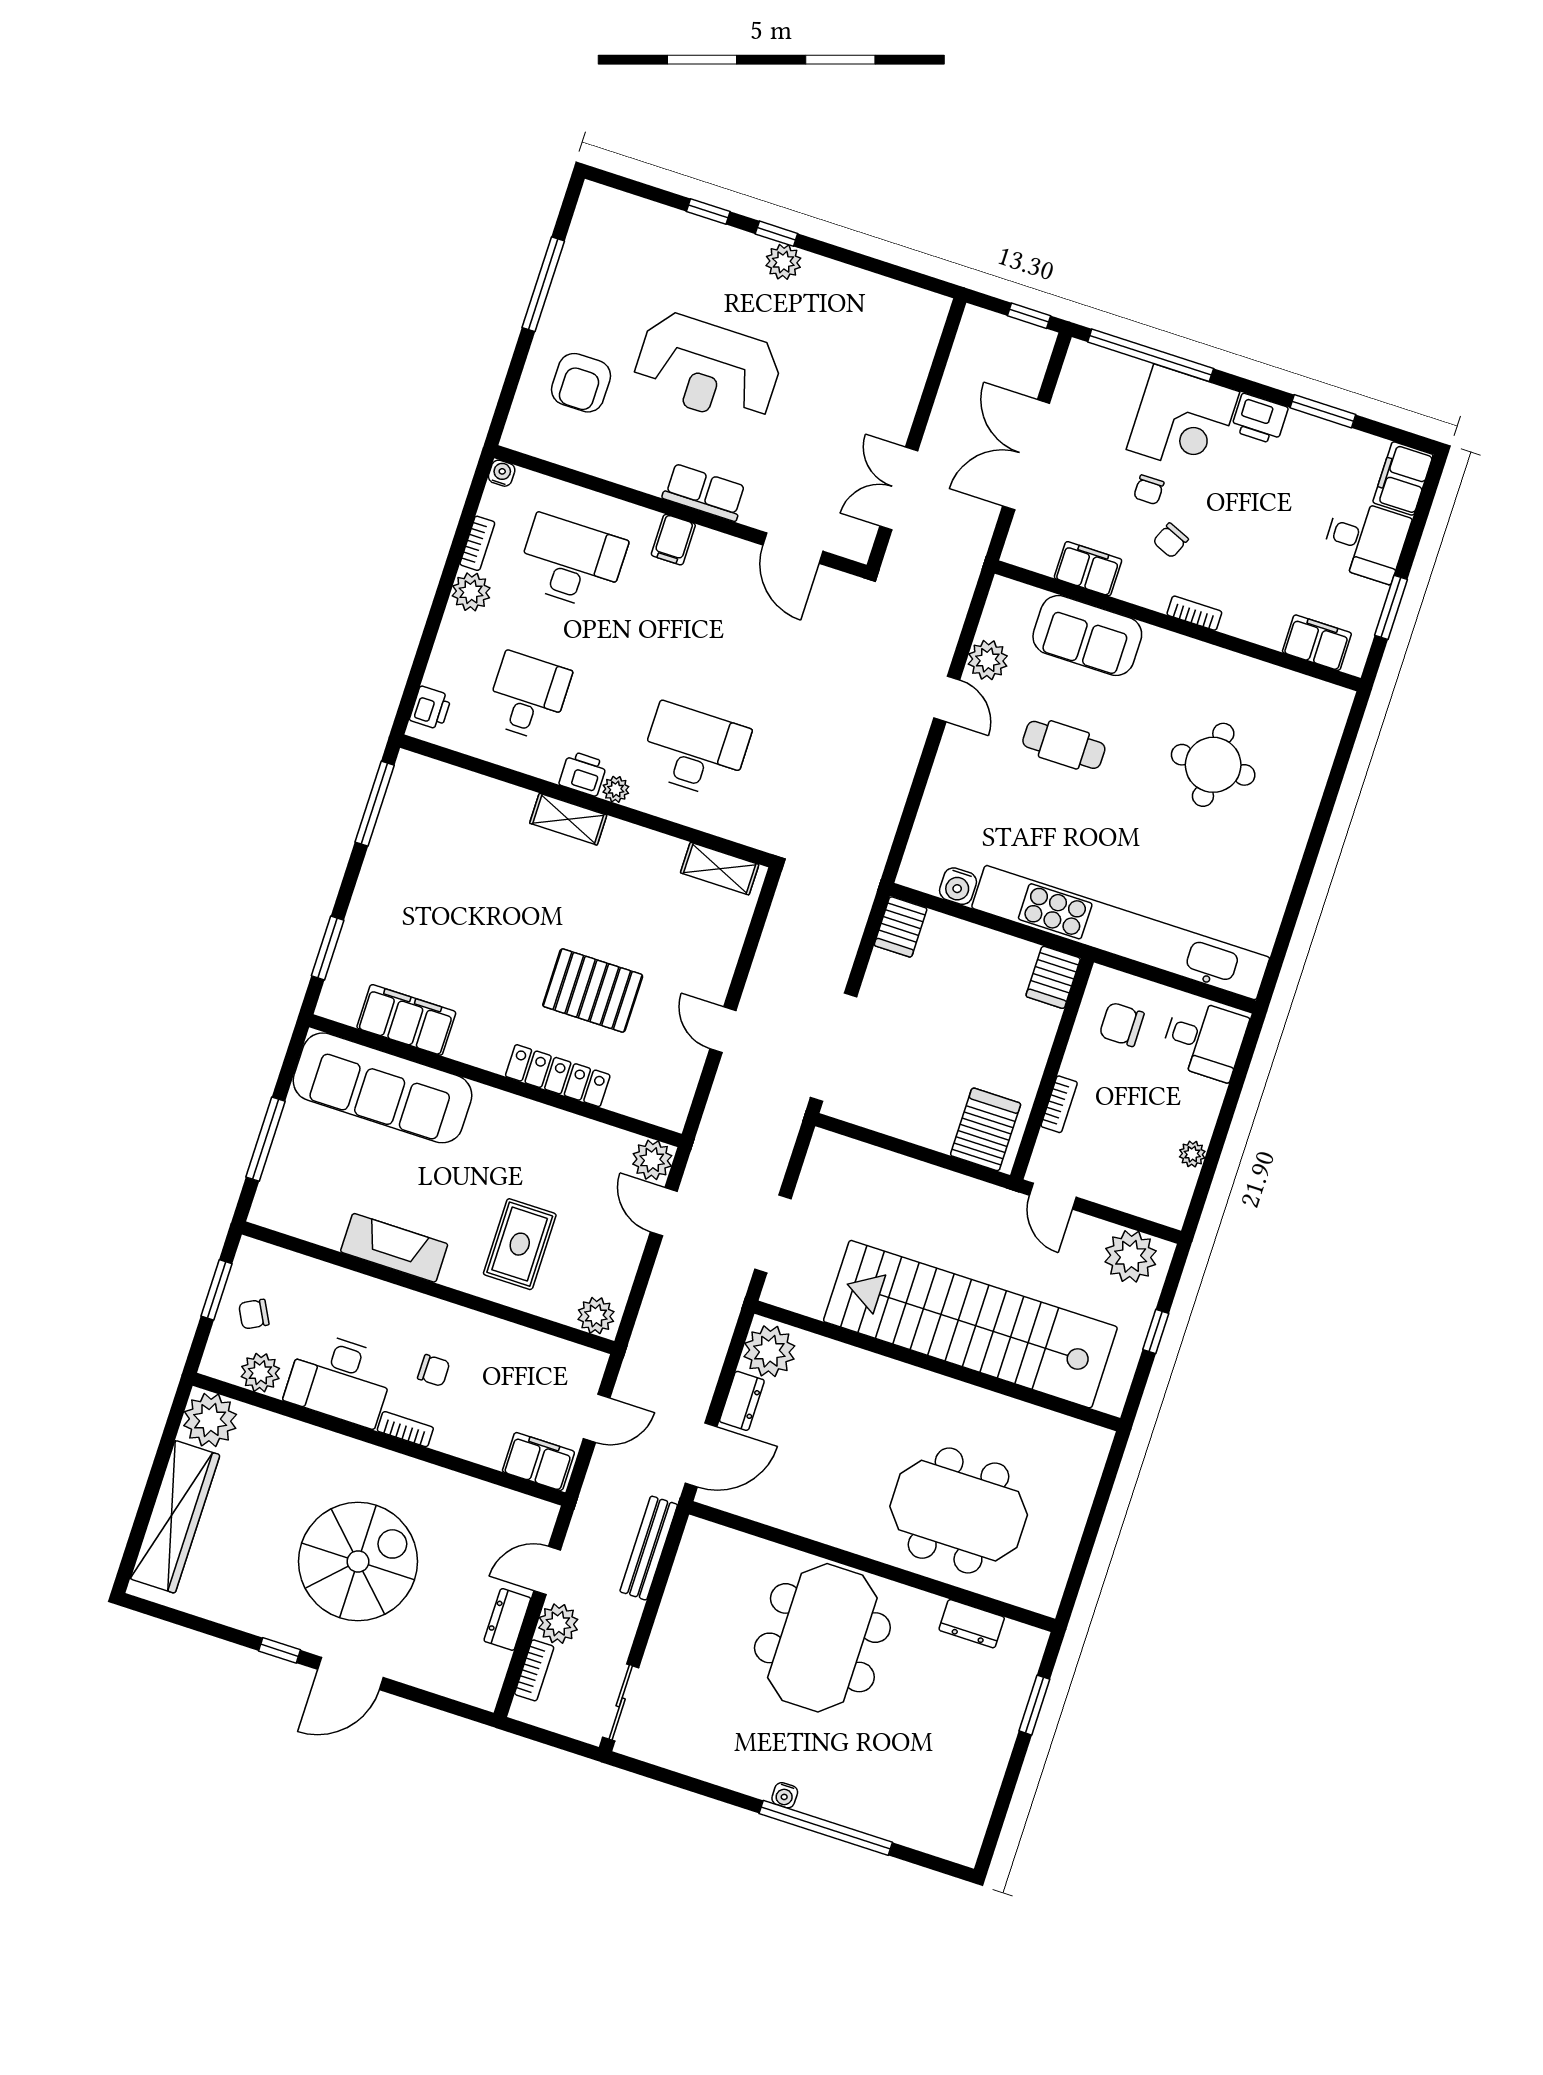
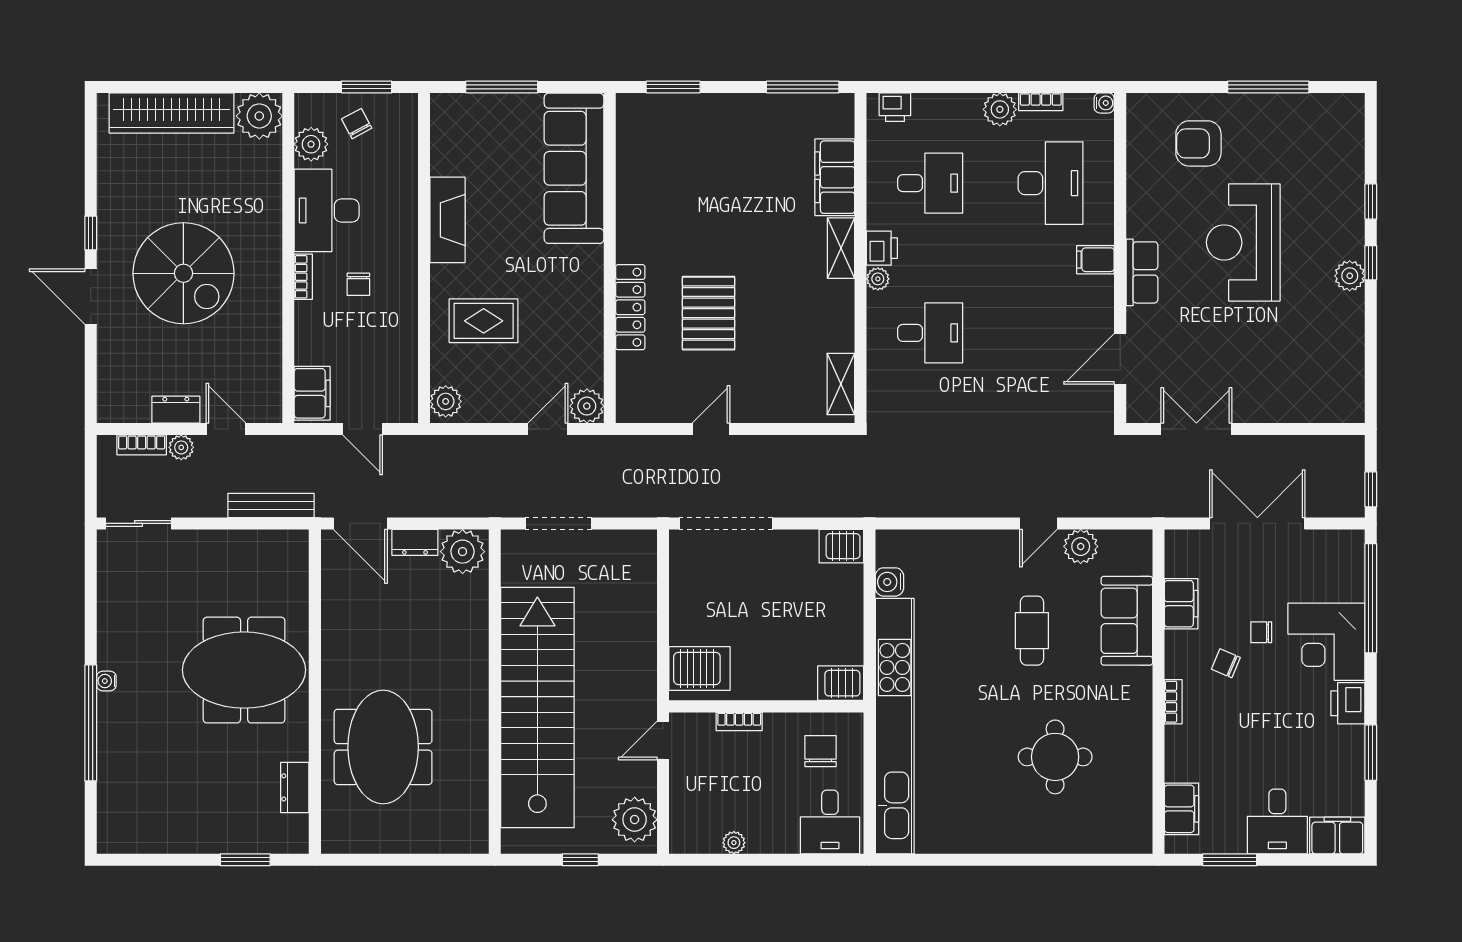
desk: (695, 750) -> (930, 333), width x0.73
filing cabinet: (406, 1020) -> (835, 177), moved, turned 180
plant: (558, 1624) -> (181, 447), width x0.73, depth x0.73

